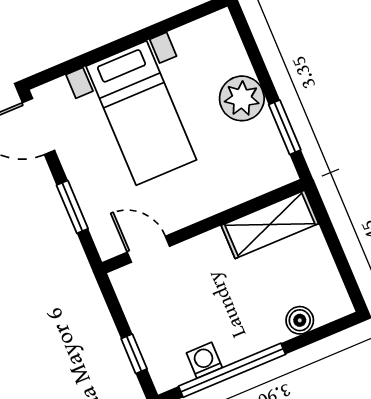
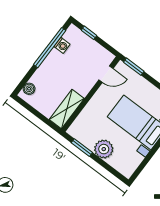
window: (72, 207) -> (134, 67), moved
boiler: (300, 320) -> (29, 89), moved

